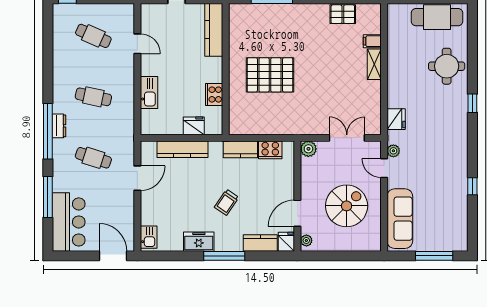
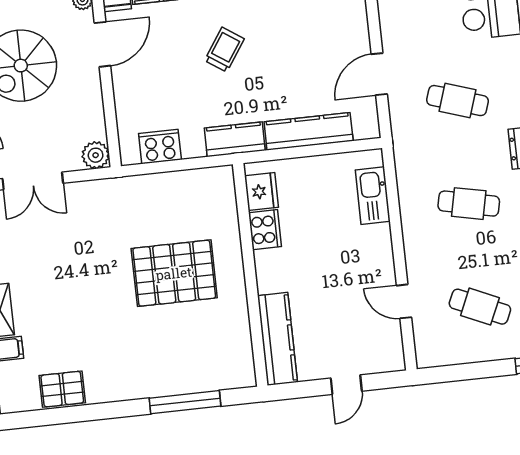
kitchen sink: (149, 93) -> (373, 196), moved
fridge: (194, 126) -> (261, 191), moved, turned -90
kitchen counter: (240, 149) -> (235, 139), moved

